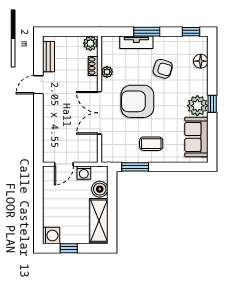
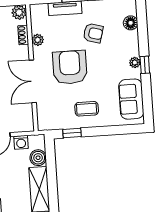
armchair: (137, 101) -> (70, 67), turned 90
plant: (197, 106) -> (135, 62), width x0.53, depth x0.53
window: (135, 167) -> (72, 133), width x0.67

